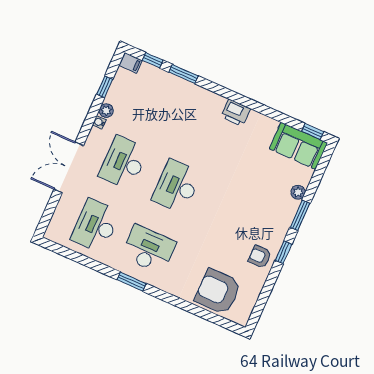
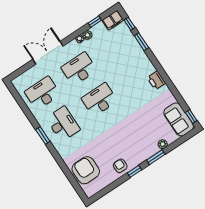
filing cabinet: (130, 63) -> (113, 20), width x2.00

